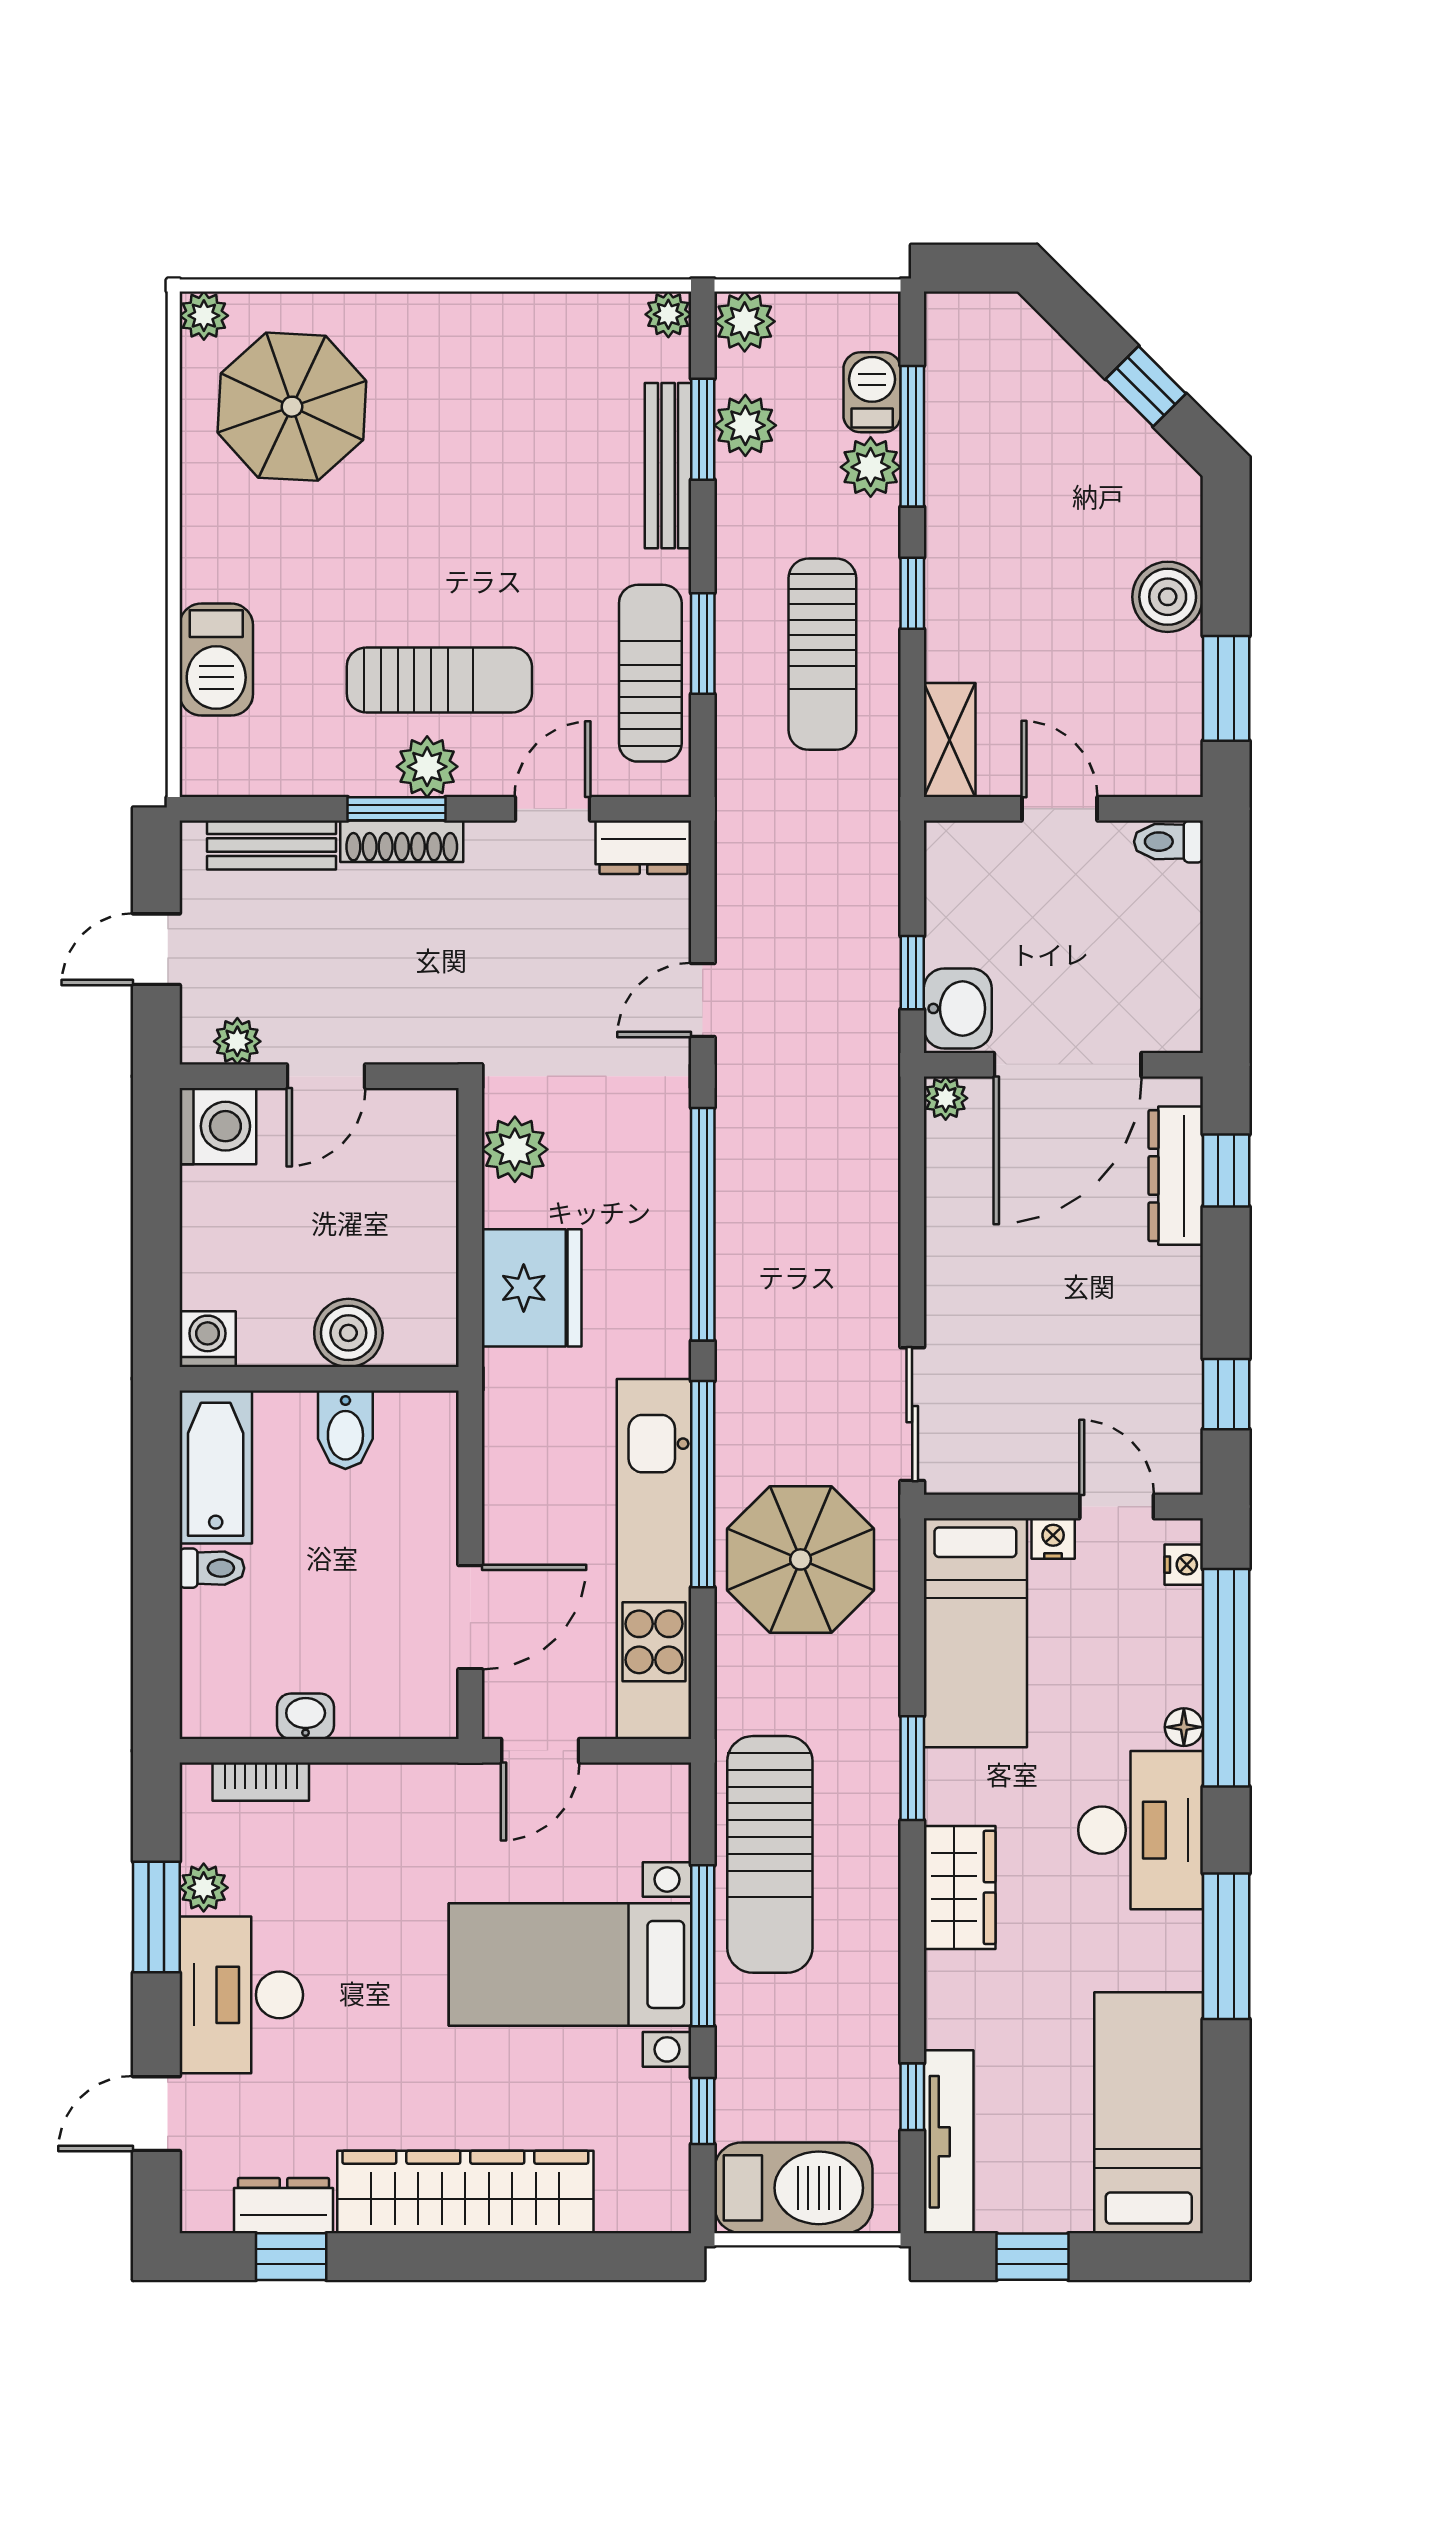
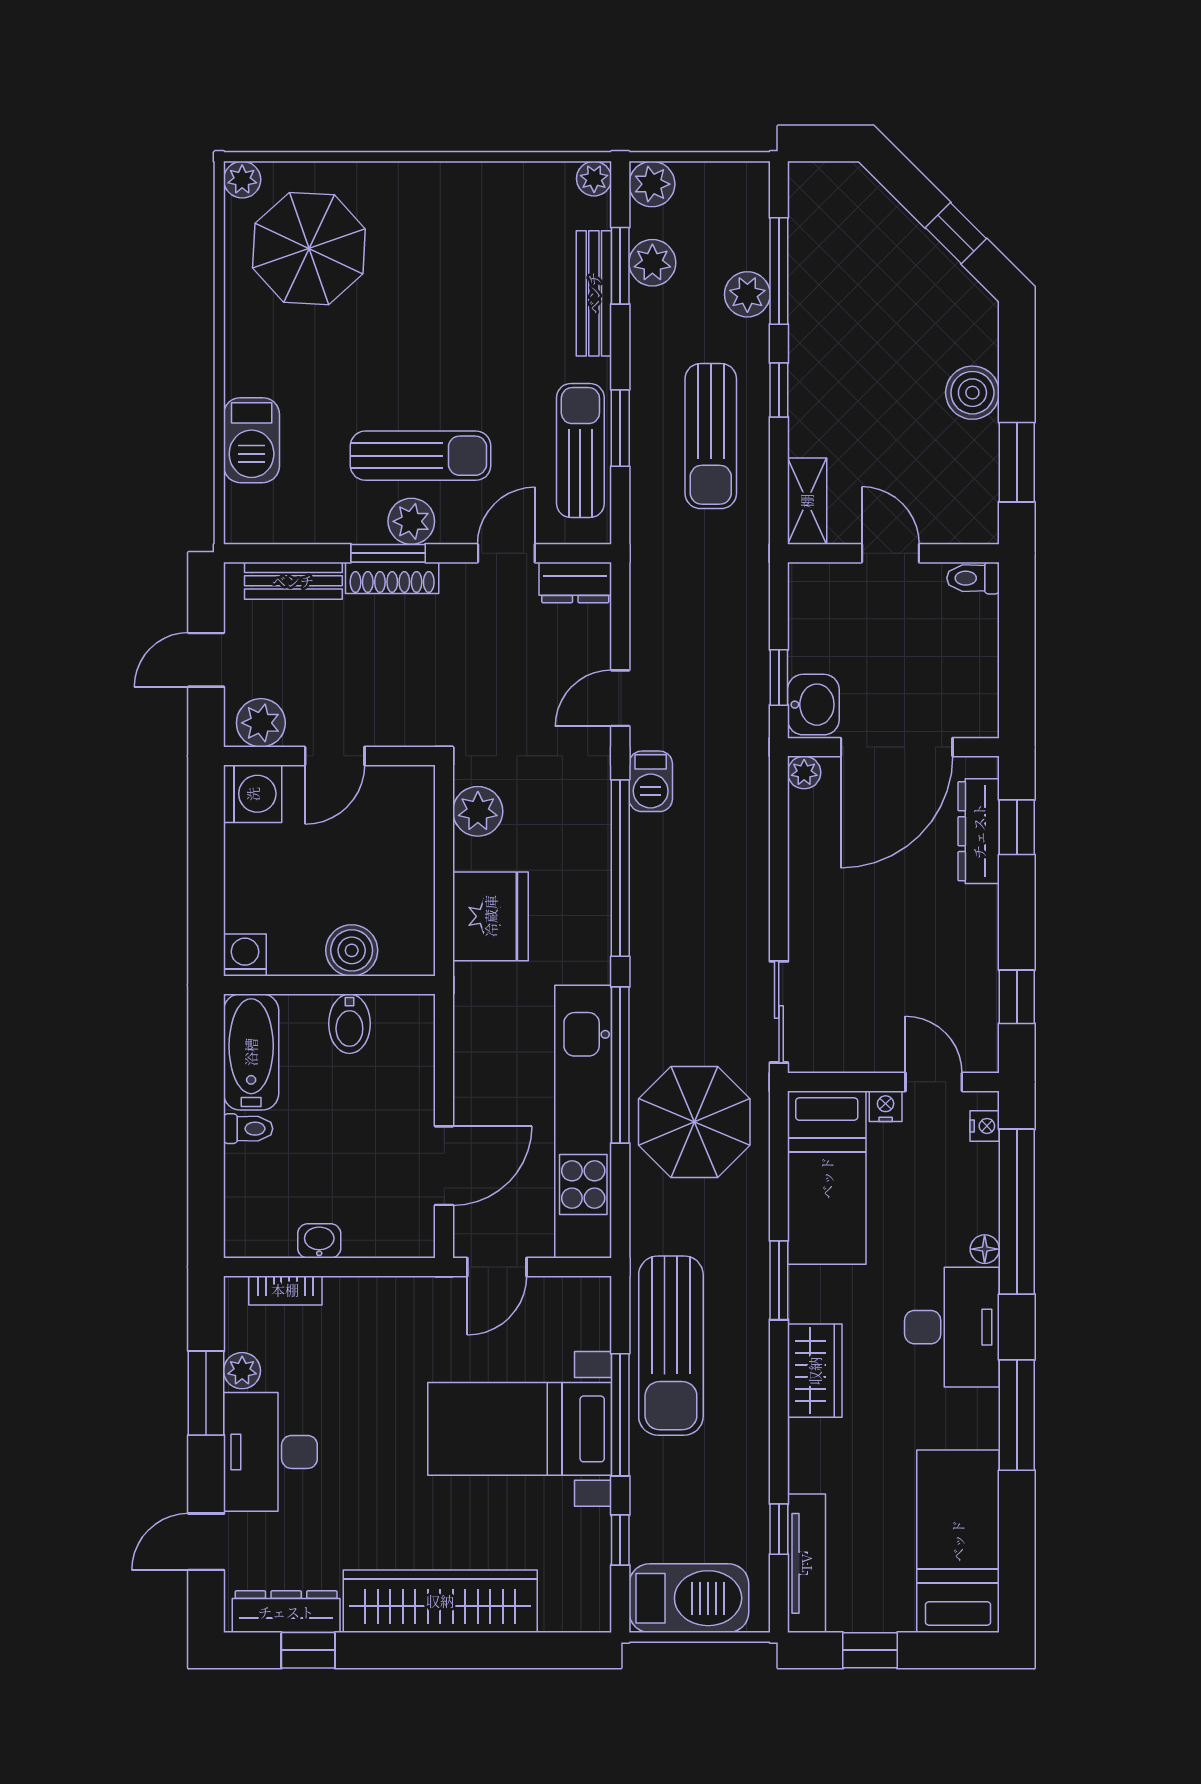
barbecue: (872, 392) -> (651, 781), moved, turned 180
plant: (237, 1041) -> (261, 723), width x1.38, depth x1.38
dresser: (283, 2206) -> (286, 1612), width x1.44

